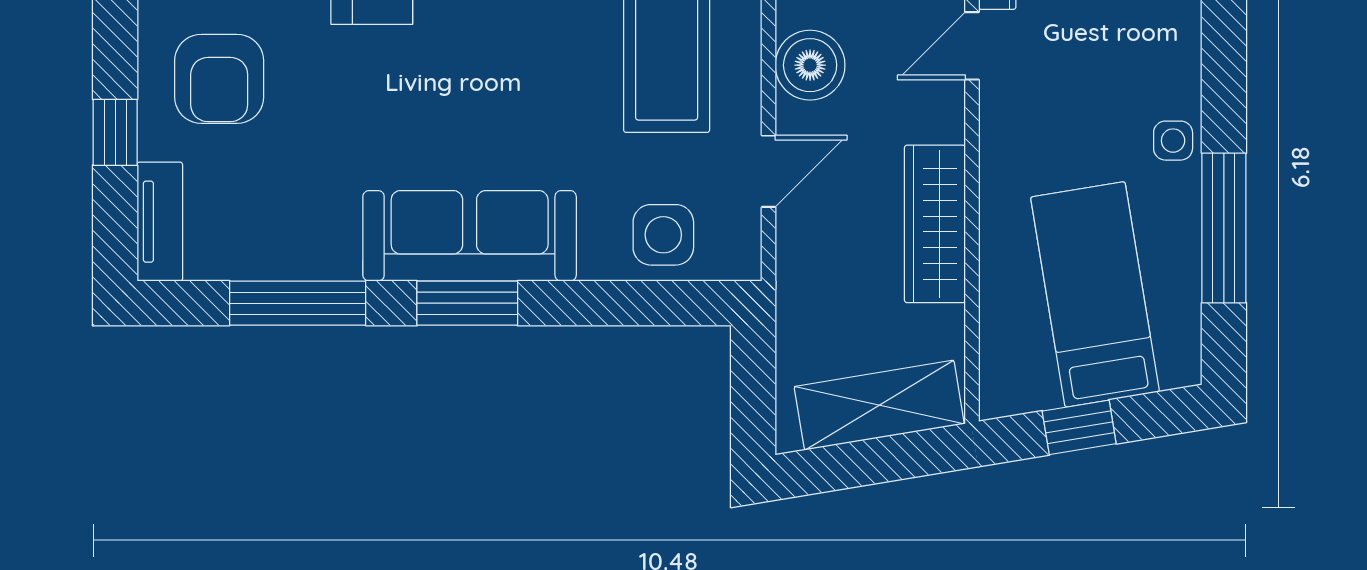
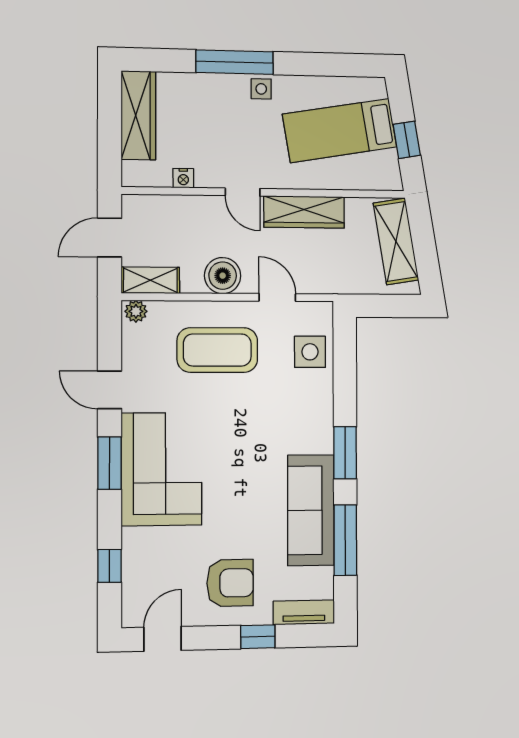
door: (972, 46) -> (243, 192), moved
window: (1224, 228) -> (235, 62), moved
sofa: (470, 236) -> (311, 510), moved

